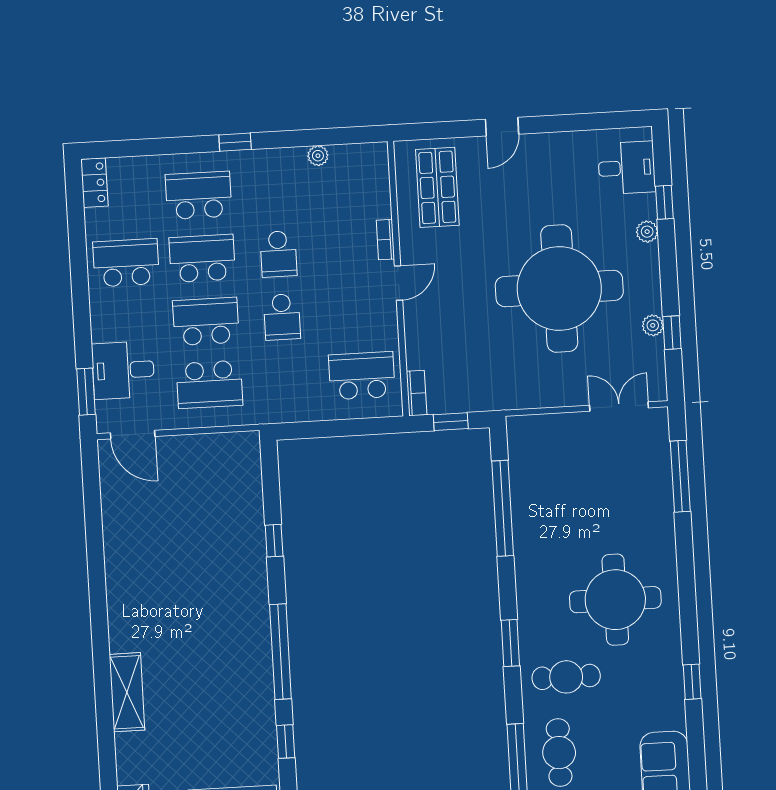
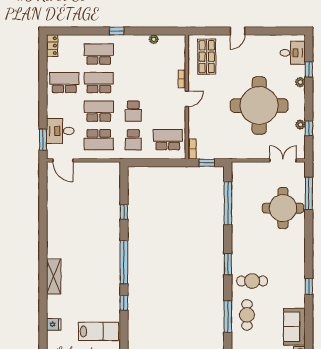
school desk: (278, 254) -> (133, 140), moved
round table: (615, 600) -> (283, 208), moved

